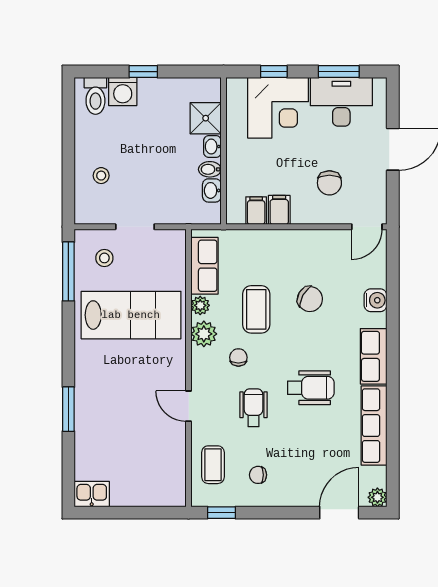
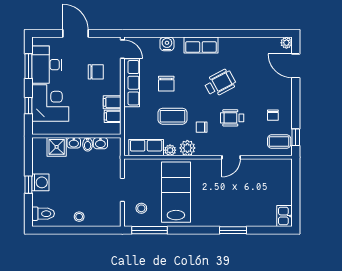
washing machine: (123, 91) -> (40, 182), moved
stool: (101, 176) -> (79, 217), moved
chair: (310, 299) -> (166, 84), turned 151
wheelchair: (311, 388) -> (220, 83), turned 62
row of seats: (374, 426) -> (132, 83), moved, turned -90
coffee table: (213, 465) -> (279, 142), moved

